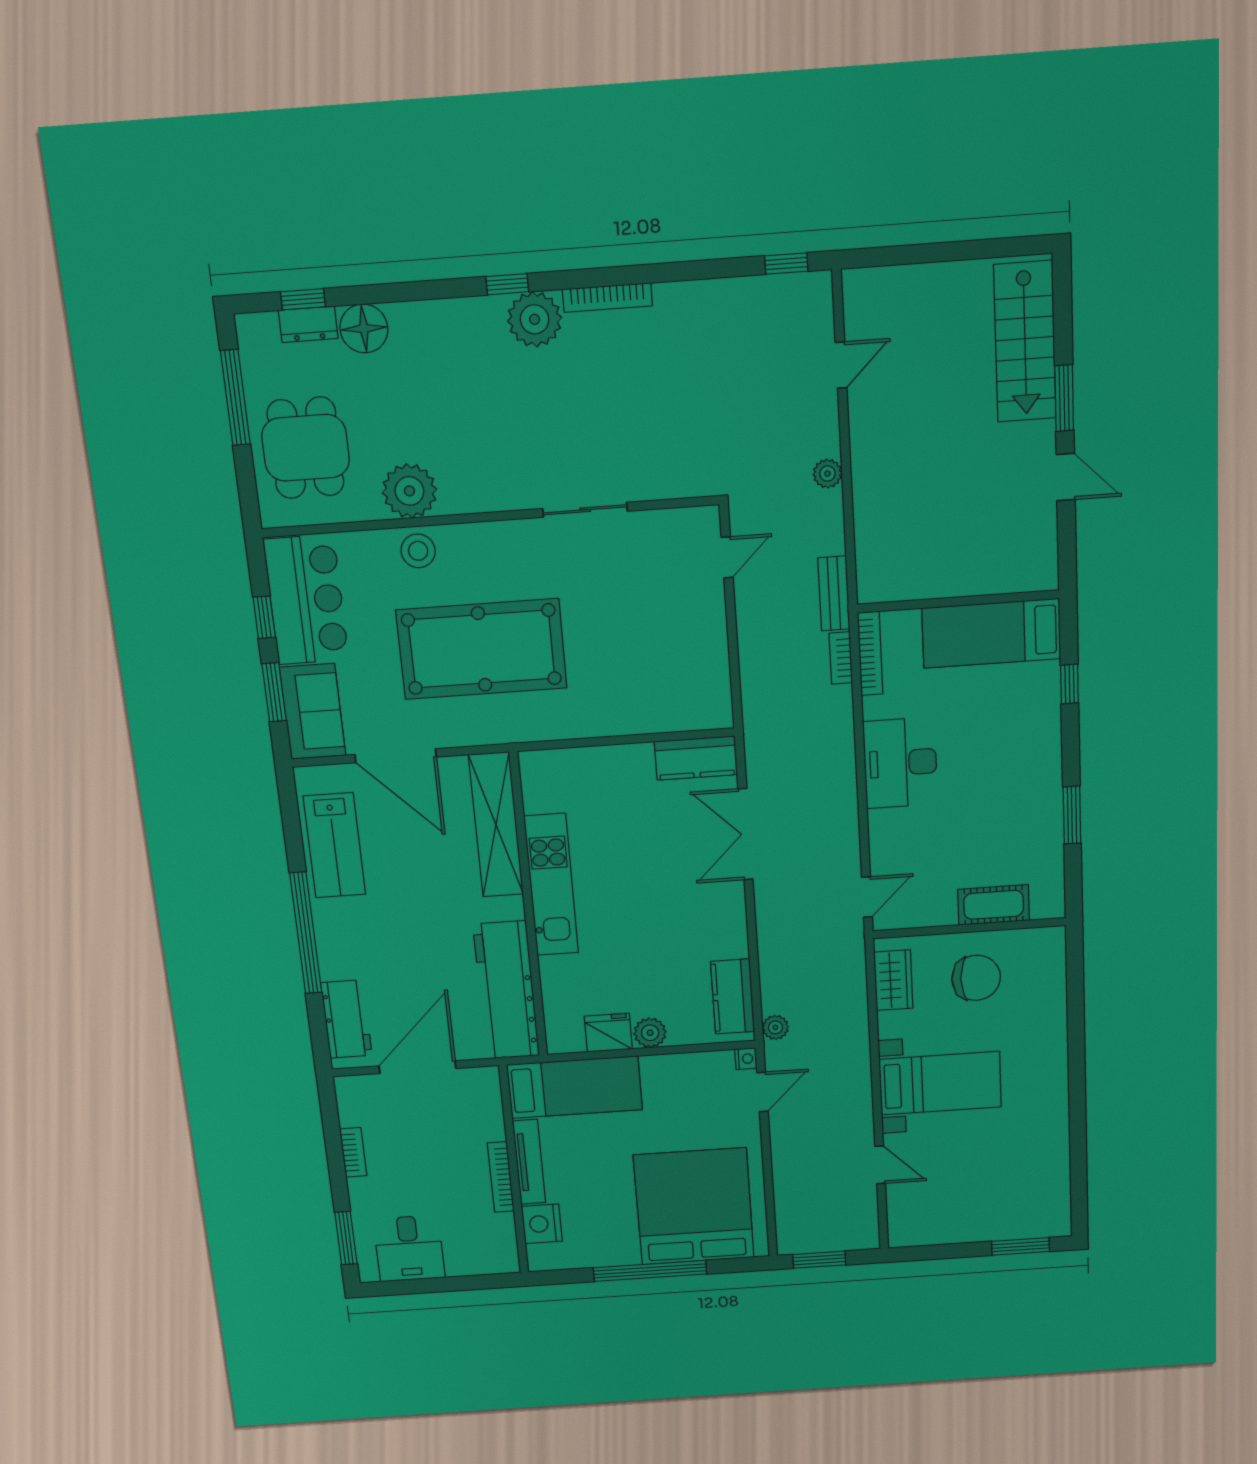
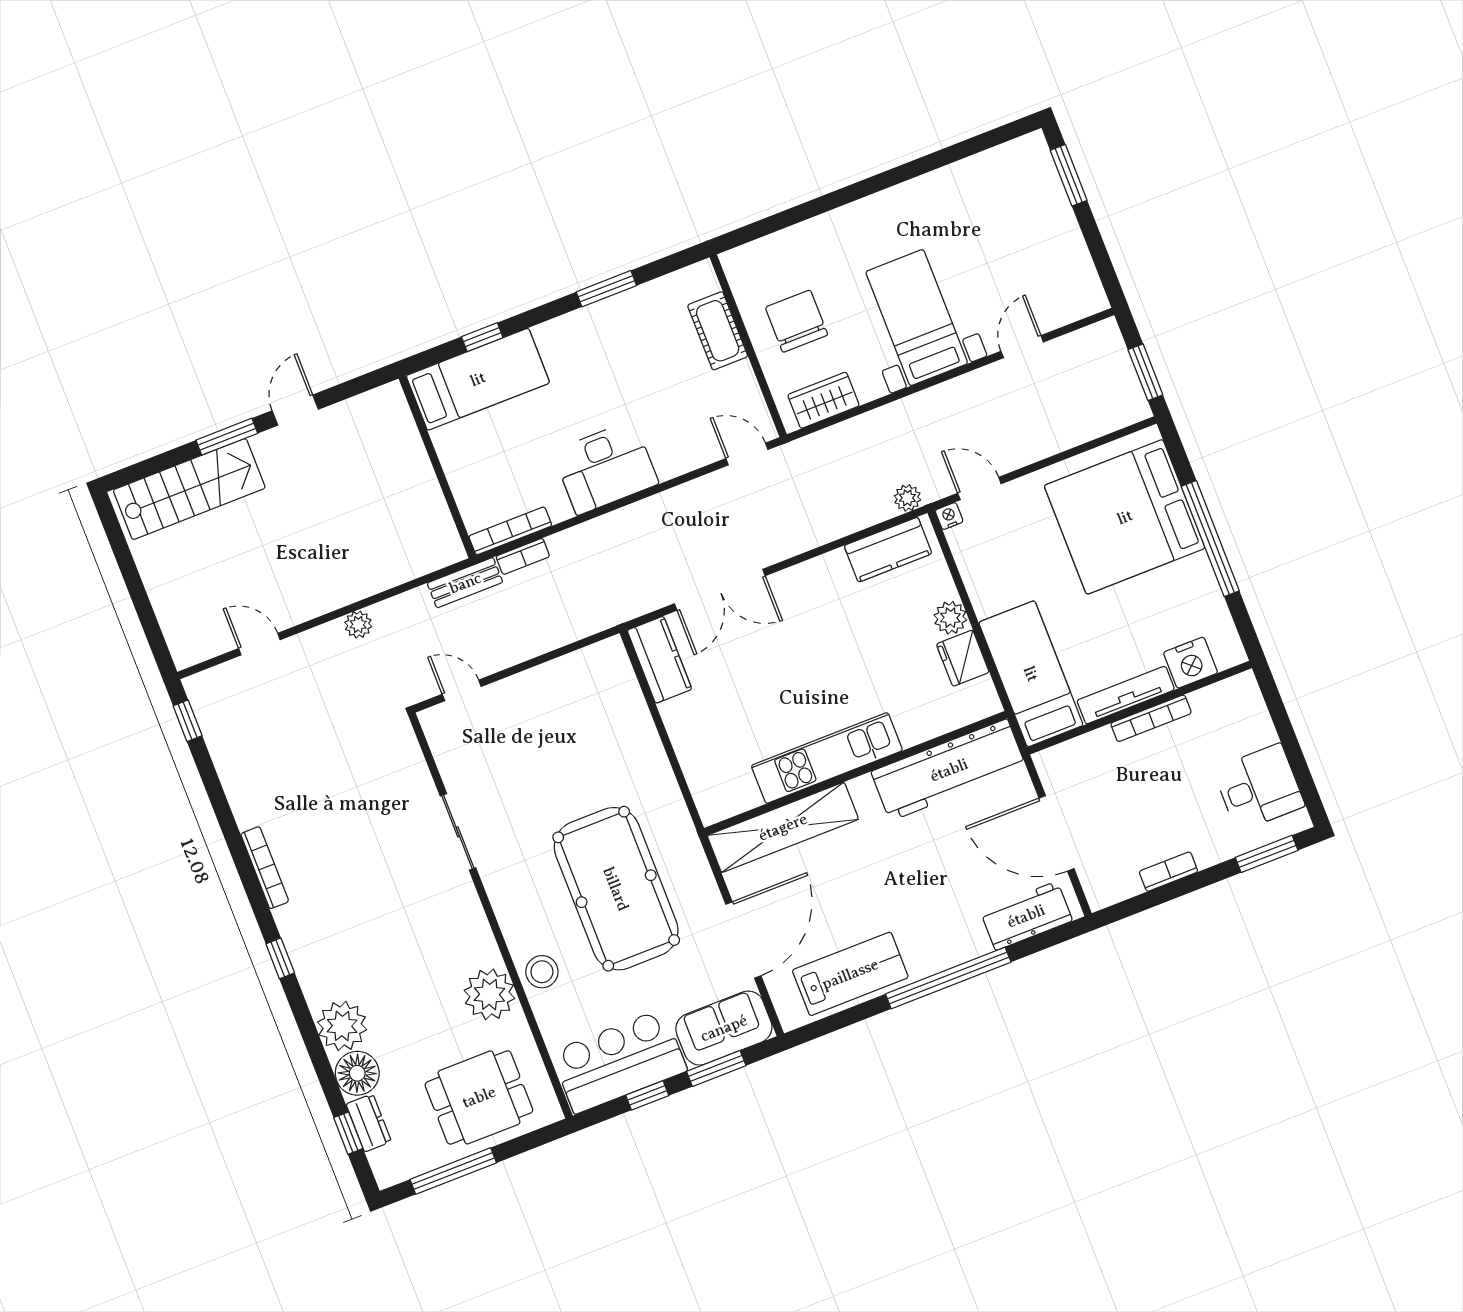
plant: (535, 319) -> (342, 1026), moved
bed: (991, 633) -> (478, 379), moved, turned -90

